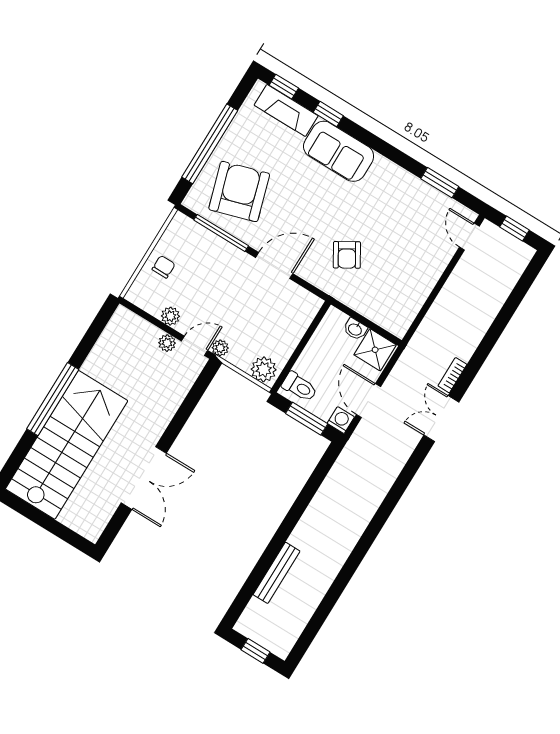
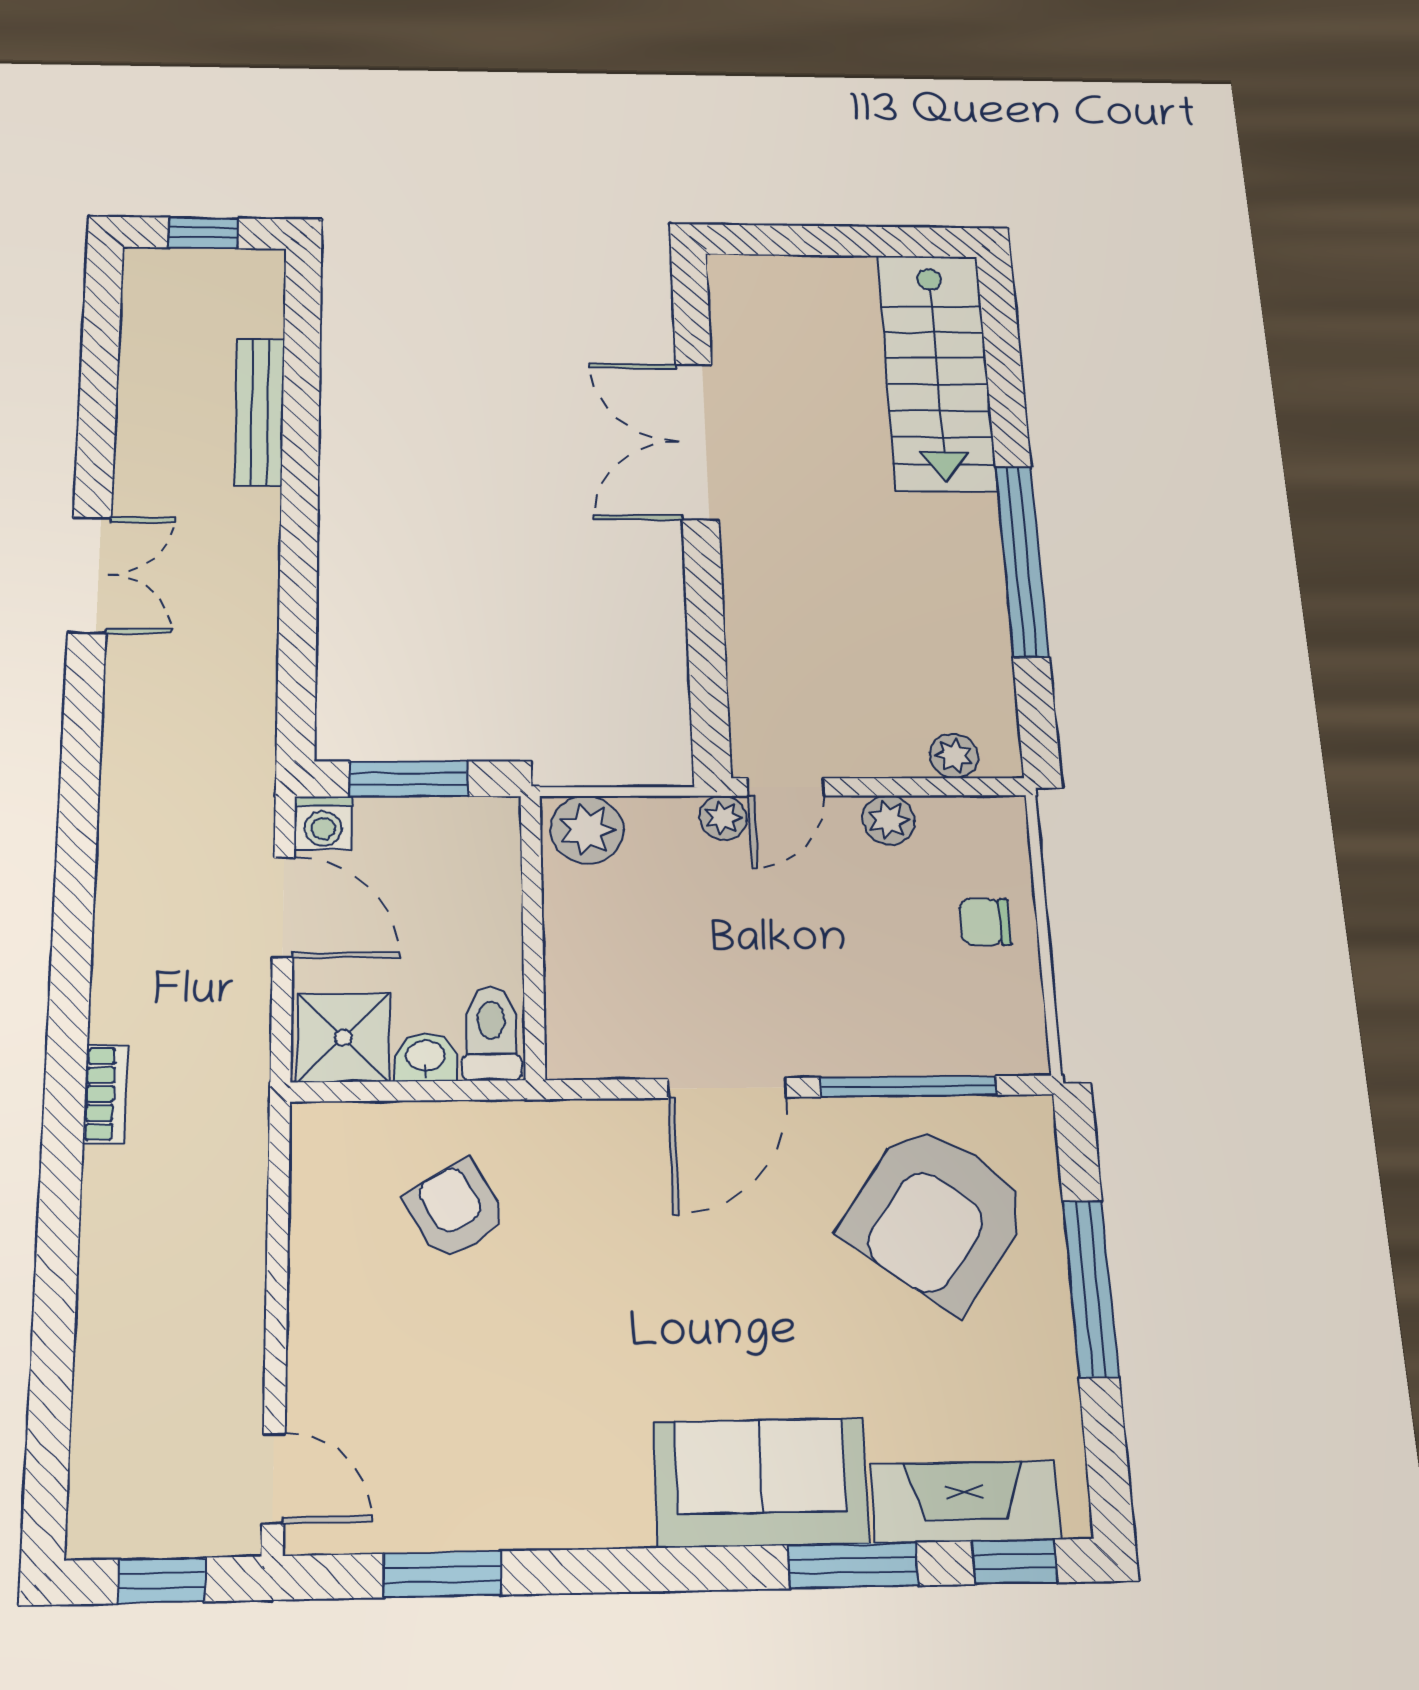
window: (328, 114) -> (853, 1565), width x1.50
window: (210, 144) -> (1091, 1288), width x0.68
armchair: (239, 192) -> (937, 1215), turned 53
armchair: (347, 255) -> (456, 1209), moved
chair: (164, 267) -> (985, 922), turned 90
plant: (167, 343) -> (954, 756), moved
toilet: (300, 387) -> (491, 1033), moved, turned 90
window: (53, 399) -> (1022, 561), moved
double door: (441, 419) -> (90, 575), moved
stairs: (67, 445) -> (937, 372), width x0.73, depth x0.66

